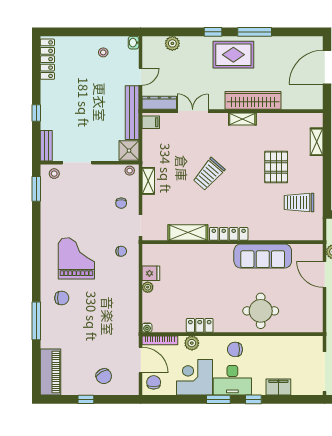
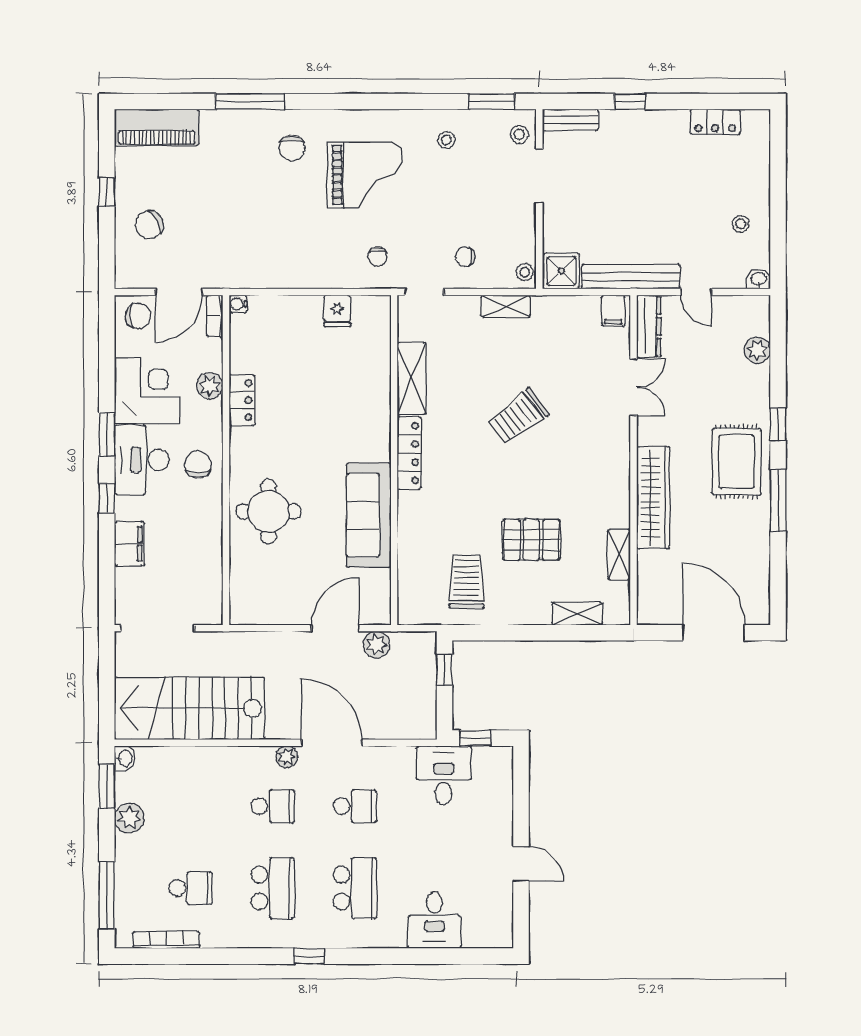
locker: (47, 59) -> (715, 122), width x0.66
shelving: (242, 119) -> (619, 554), moved
trolley: (209, 174) -> (518, 417), turned -78
stool: (57, 213) -> (446, 140), added
plant: (148, 287) -> (312, 305), removed
bookcase: (160, 340) -> (215, 316), width x0.64

